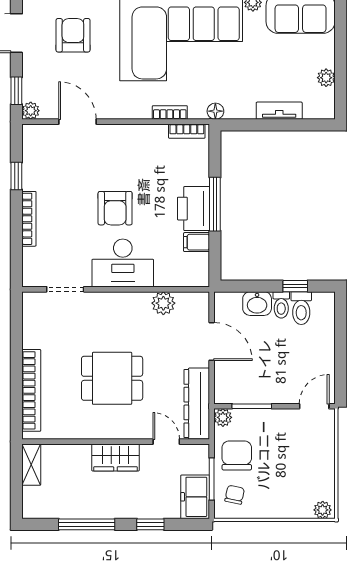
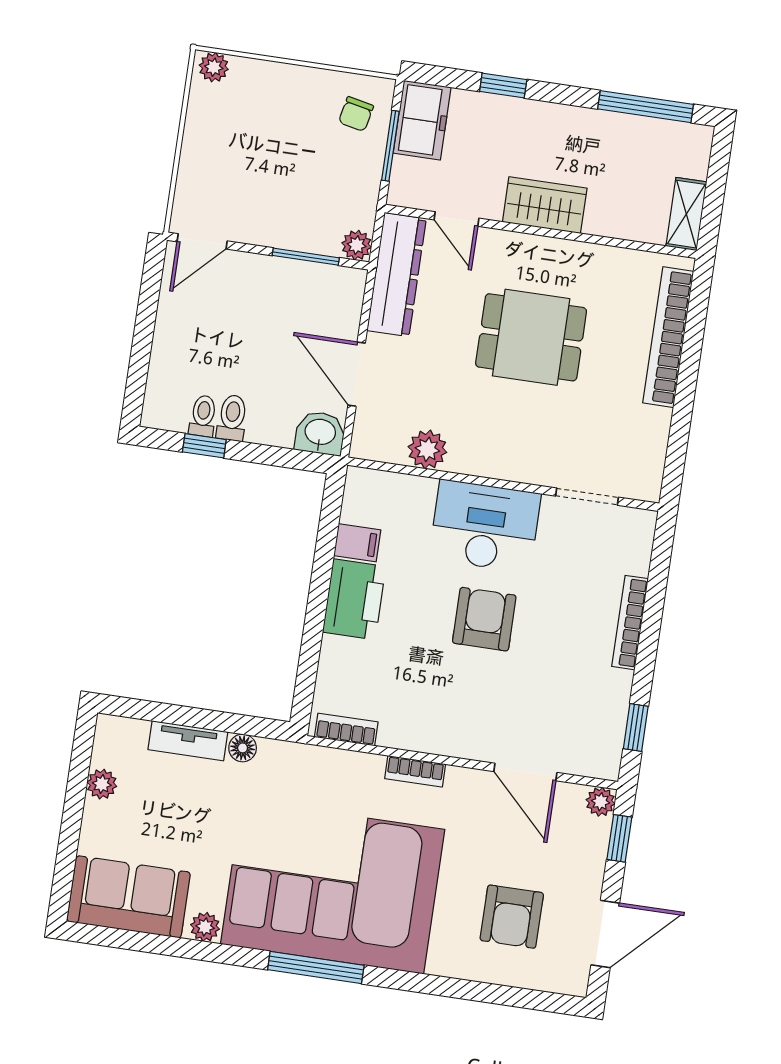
floor lamp: (215, 111) -> (243, 748), moved
bookcase: (170, 113) -> (415, 771), moved
window: (16, 176) -> (636, 728), moved
window: (215, 204) -> (317, 601), removed
washbasin: (257, 304) -> (320, 433), moved
toilet: (301, 308) -> (203, 416), width x0.73, depth x0.72
chair: (237, 456) -> (343, 179), removed
window: (87, 524) -> (646, 107), moved

